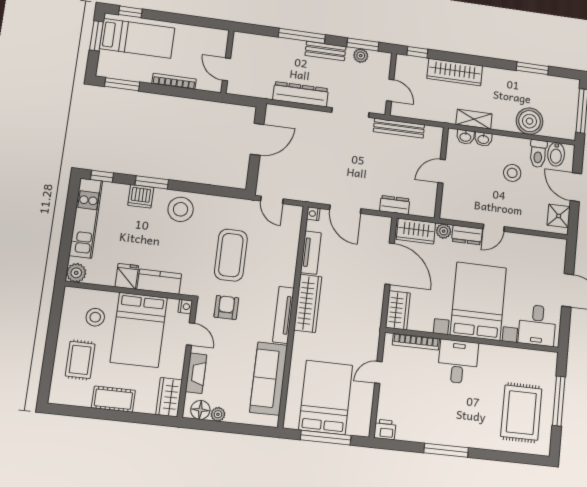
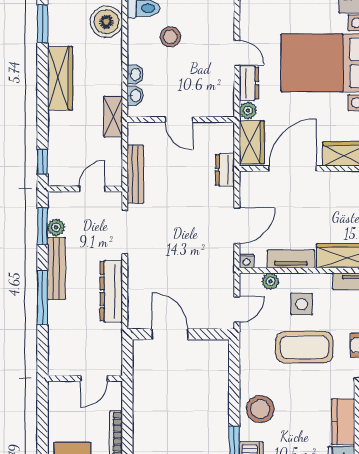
bench: (325, 51) -> (56, 269), width x1.36
wardrobe: (455, 72) -> (60, 78), moved
shelving: (474, 119) -> (113, 117), moved
plant: (293, 232) -> (270, 281), added
side table: (270, 257) -> (302, 304), added

